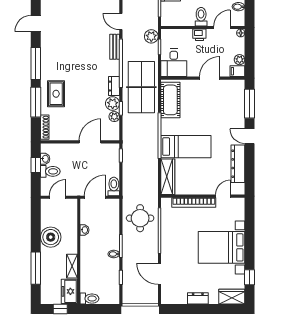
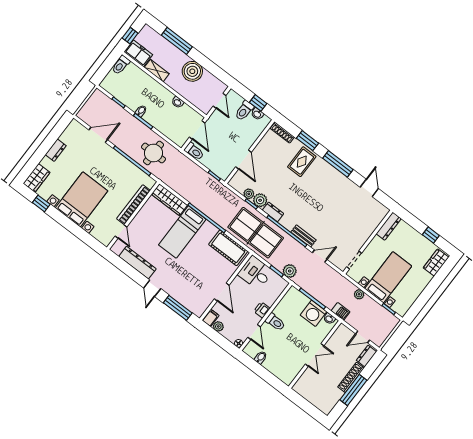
rug: (56, 94) -> (302, 162), turned 90
window: (36, 102) -> (307, 141), width x0.69
door: (249, 136) -> (152, 288), swing flipped

